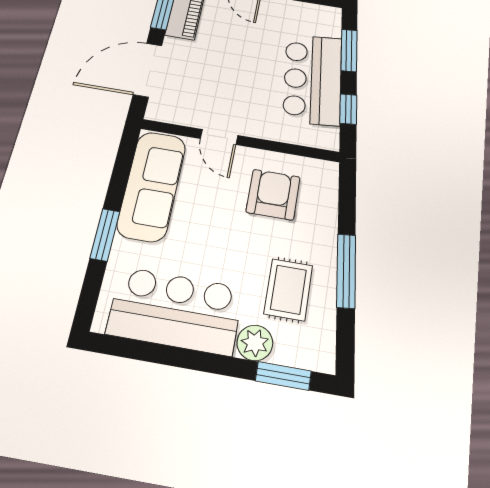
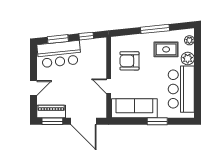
bar counter: (313, 79) -> (59, 54), moved
door: (219, 137) -> (109, 86), swing flipped
plant: (304, 356) -> (189, 40), added
window: (283, 376) -> (197, 47), removed

